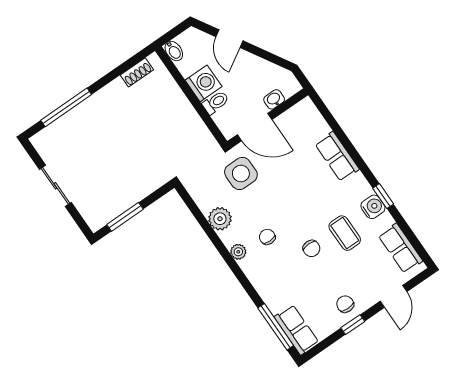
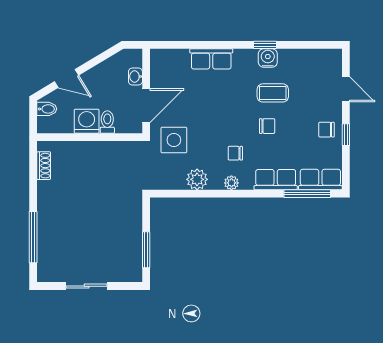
bidet: (174, 51) -> (47, 109), moved
row of seats: (400, 248) -> (276, 180), moved, turned 180

